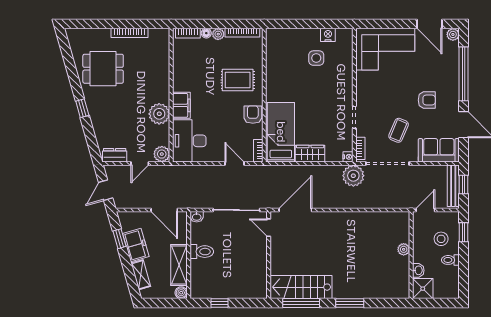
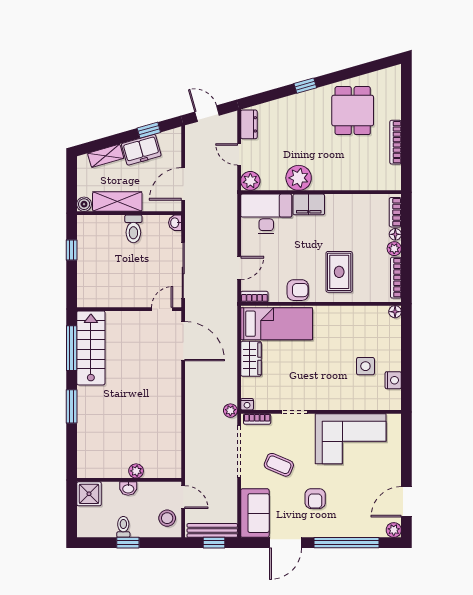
floor lamp: (271, 33) -> (395, 312), added
corner sofa: (385, 49) -> (351, 439), moved, turned -90
plant: (353, 176) -> (230, 411), width x0.53, depth x0.53
window: (463, 232) -> (128, 543), moved
stool: (441, 239) -> (167, 518), moved
washbasin: (418, 270) -> (128, 488), moved

